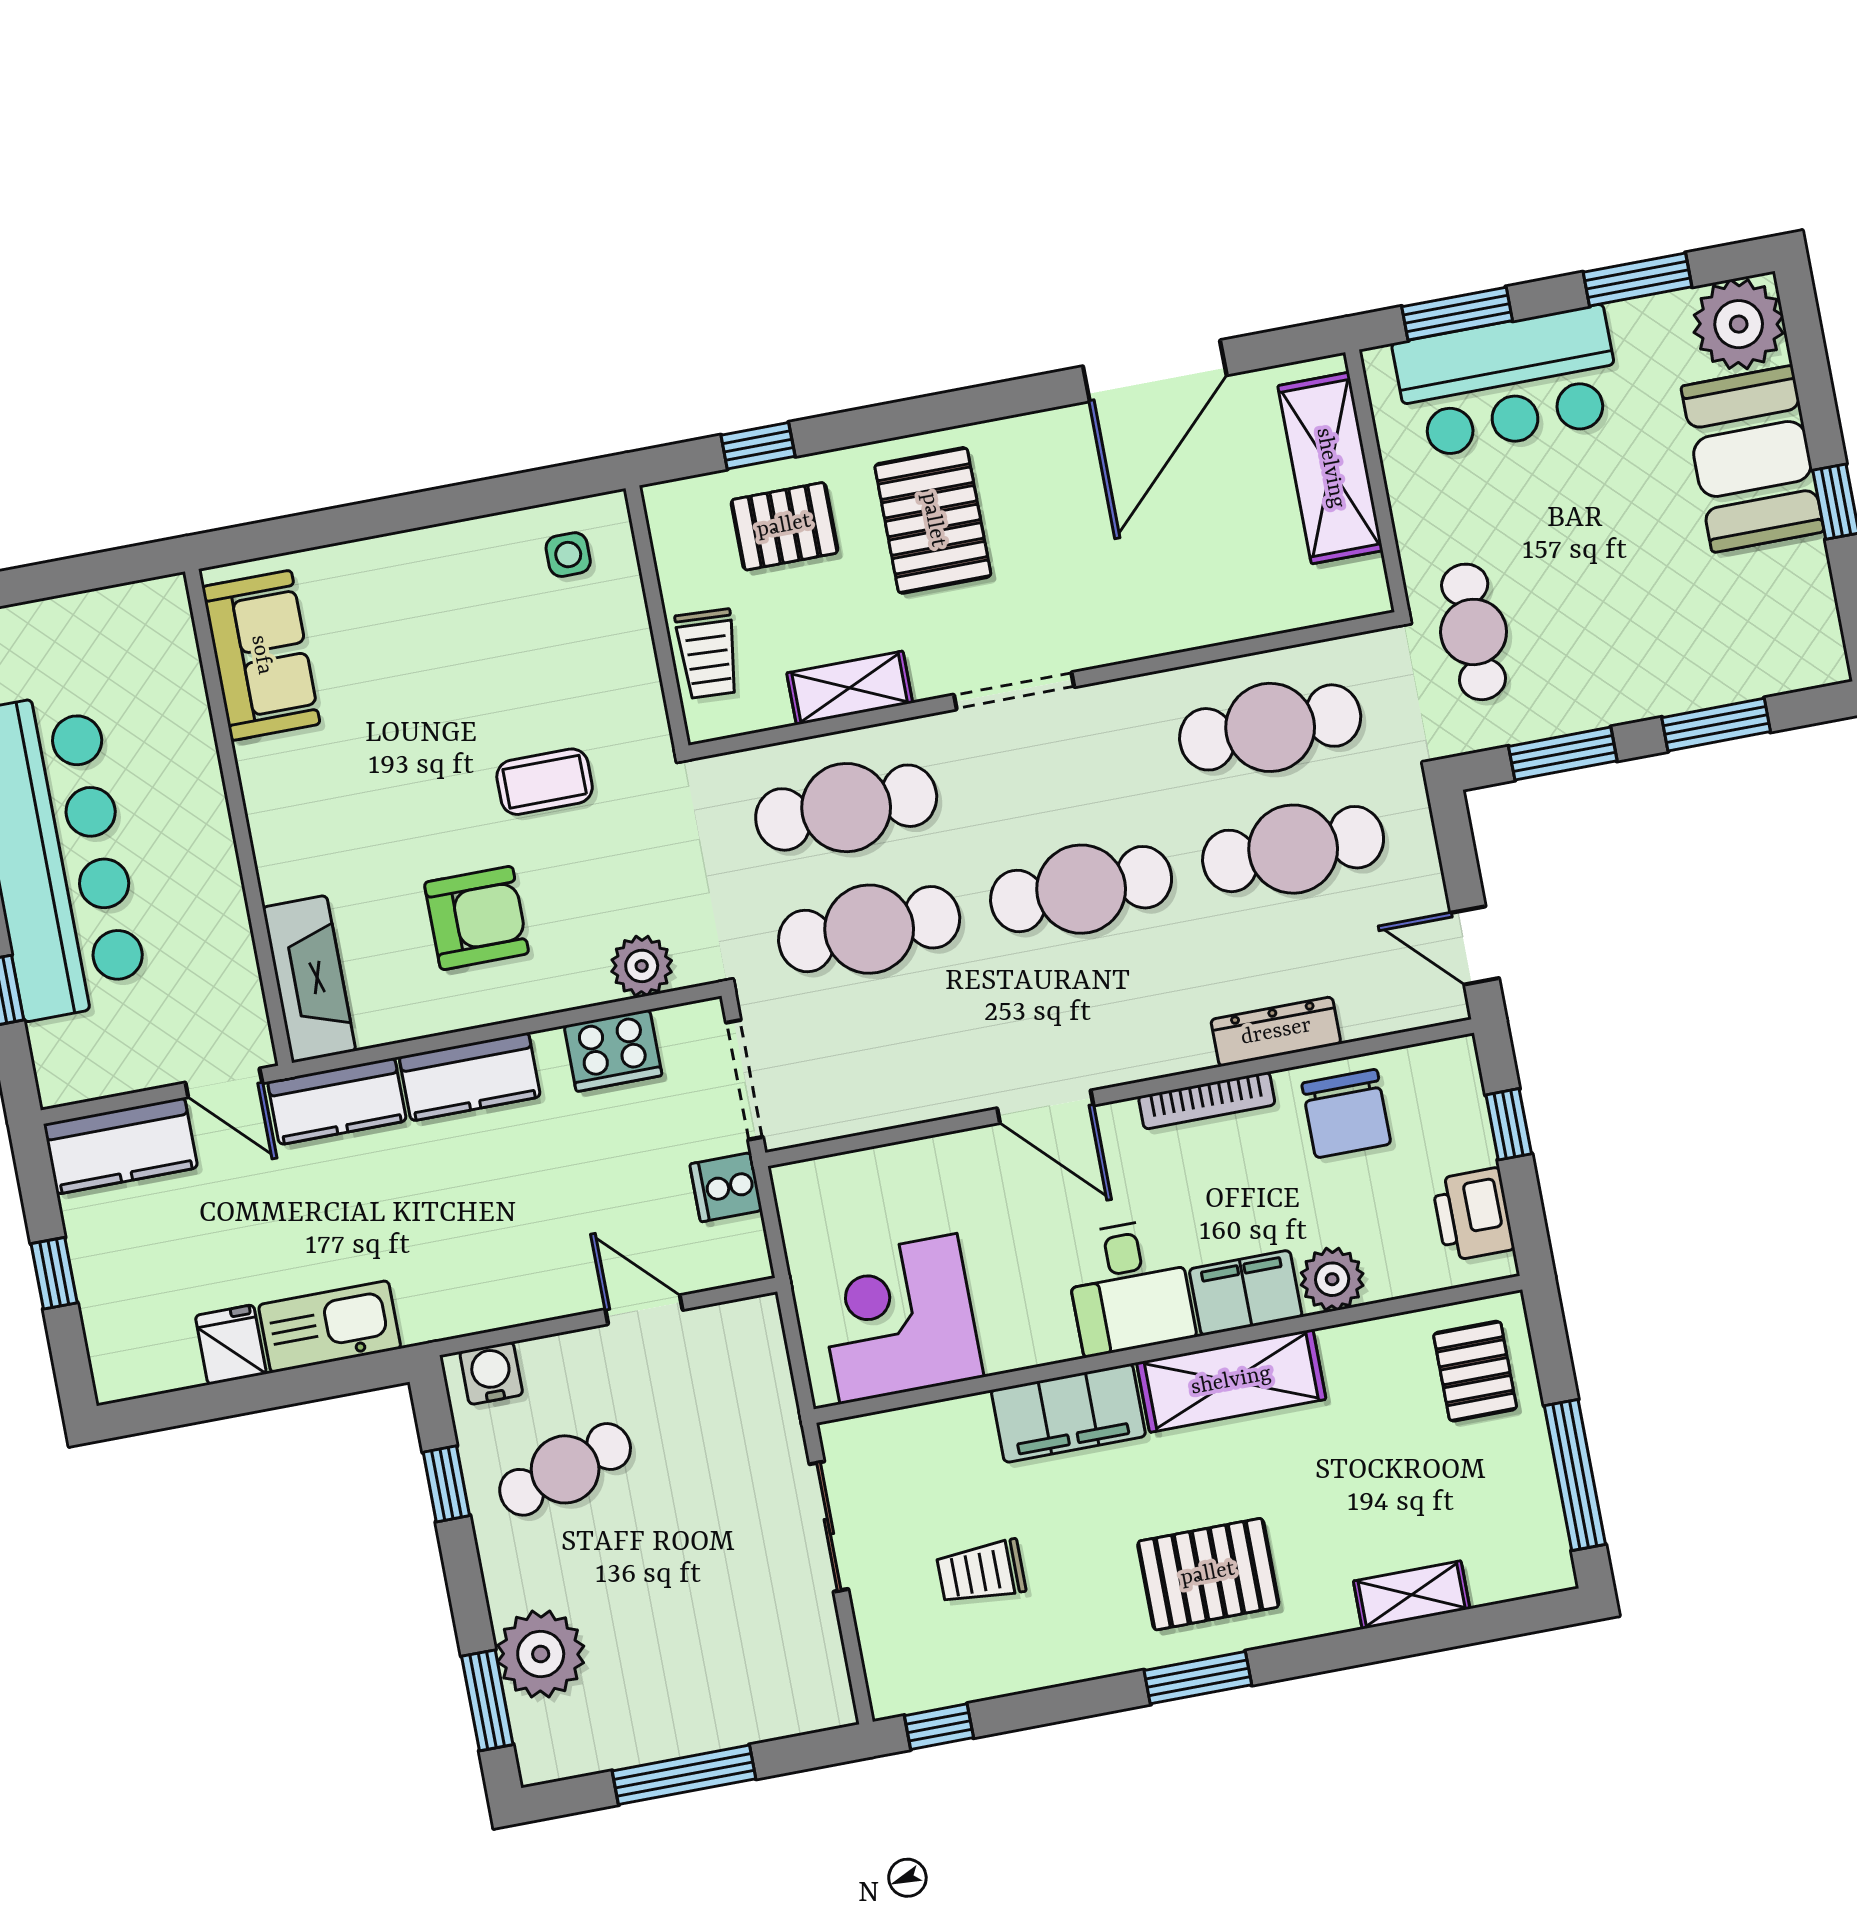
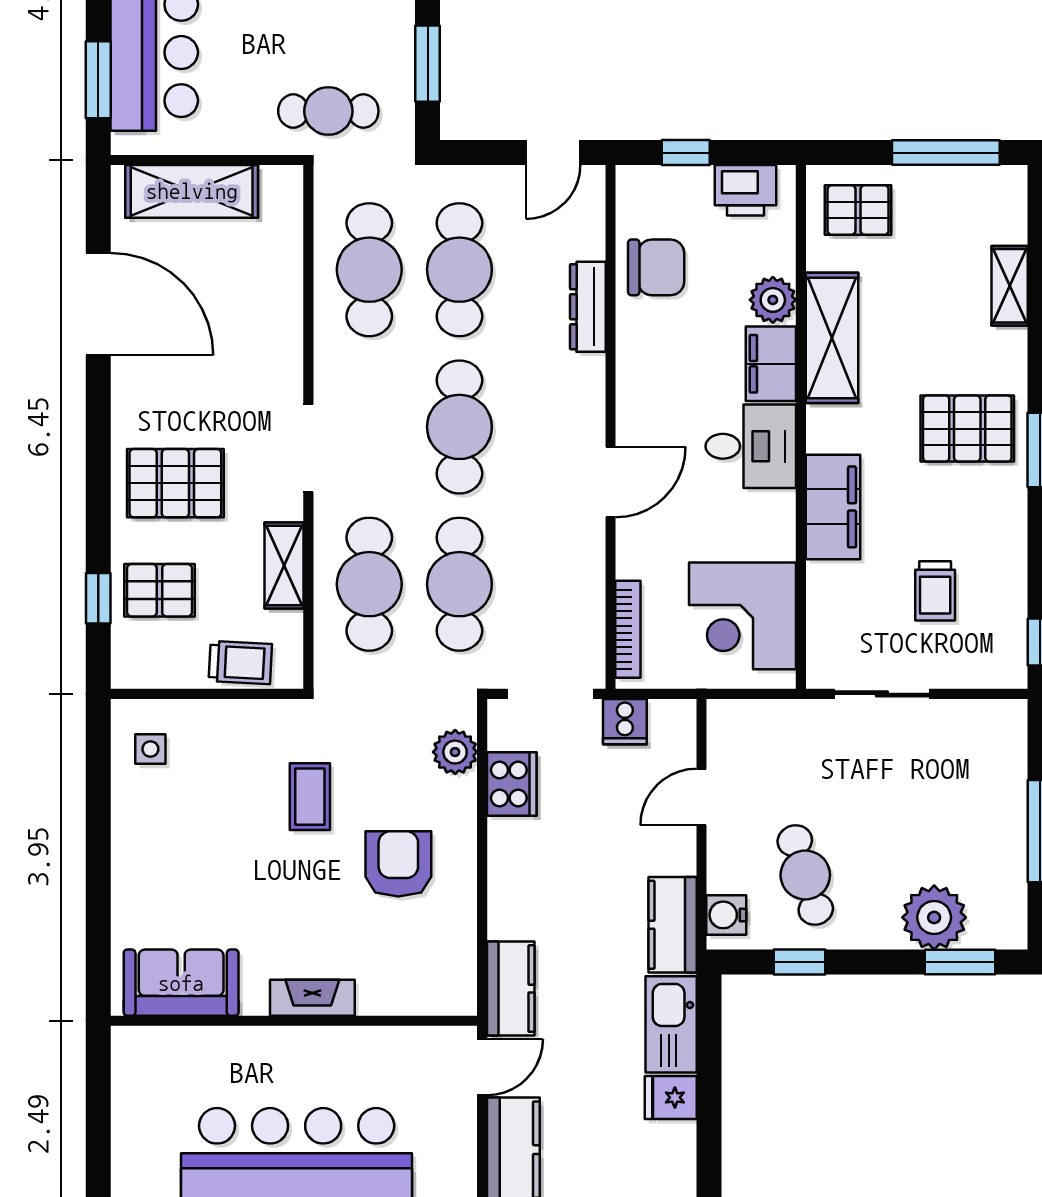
pallet: (784, 526) -> (159, 590), turned 90
fireplace: (309, 979) -> (312, 998), moved, width x0.73, depth x0.76
kitchen counter: (470, 1077) -> (673, 925), moved, turned 180
bookcase: (1207, 1101) -> (628, 629), moved
shelving: (1231, 1381) -> (832, 338), moved
pallet: (1208, 1574) -> (967, 429), turned 90

